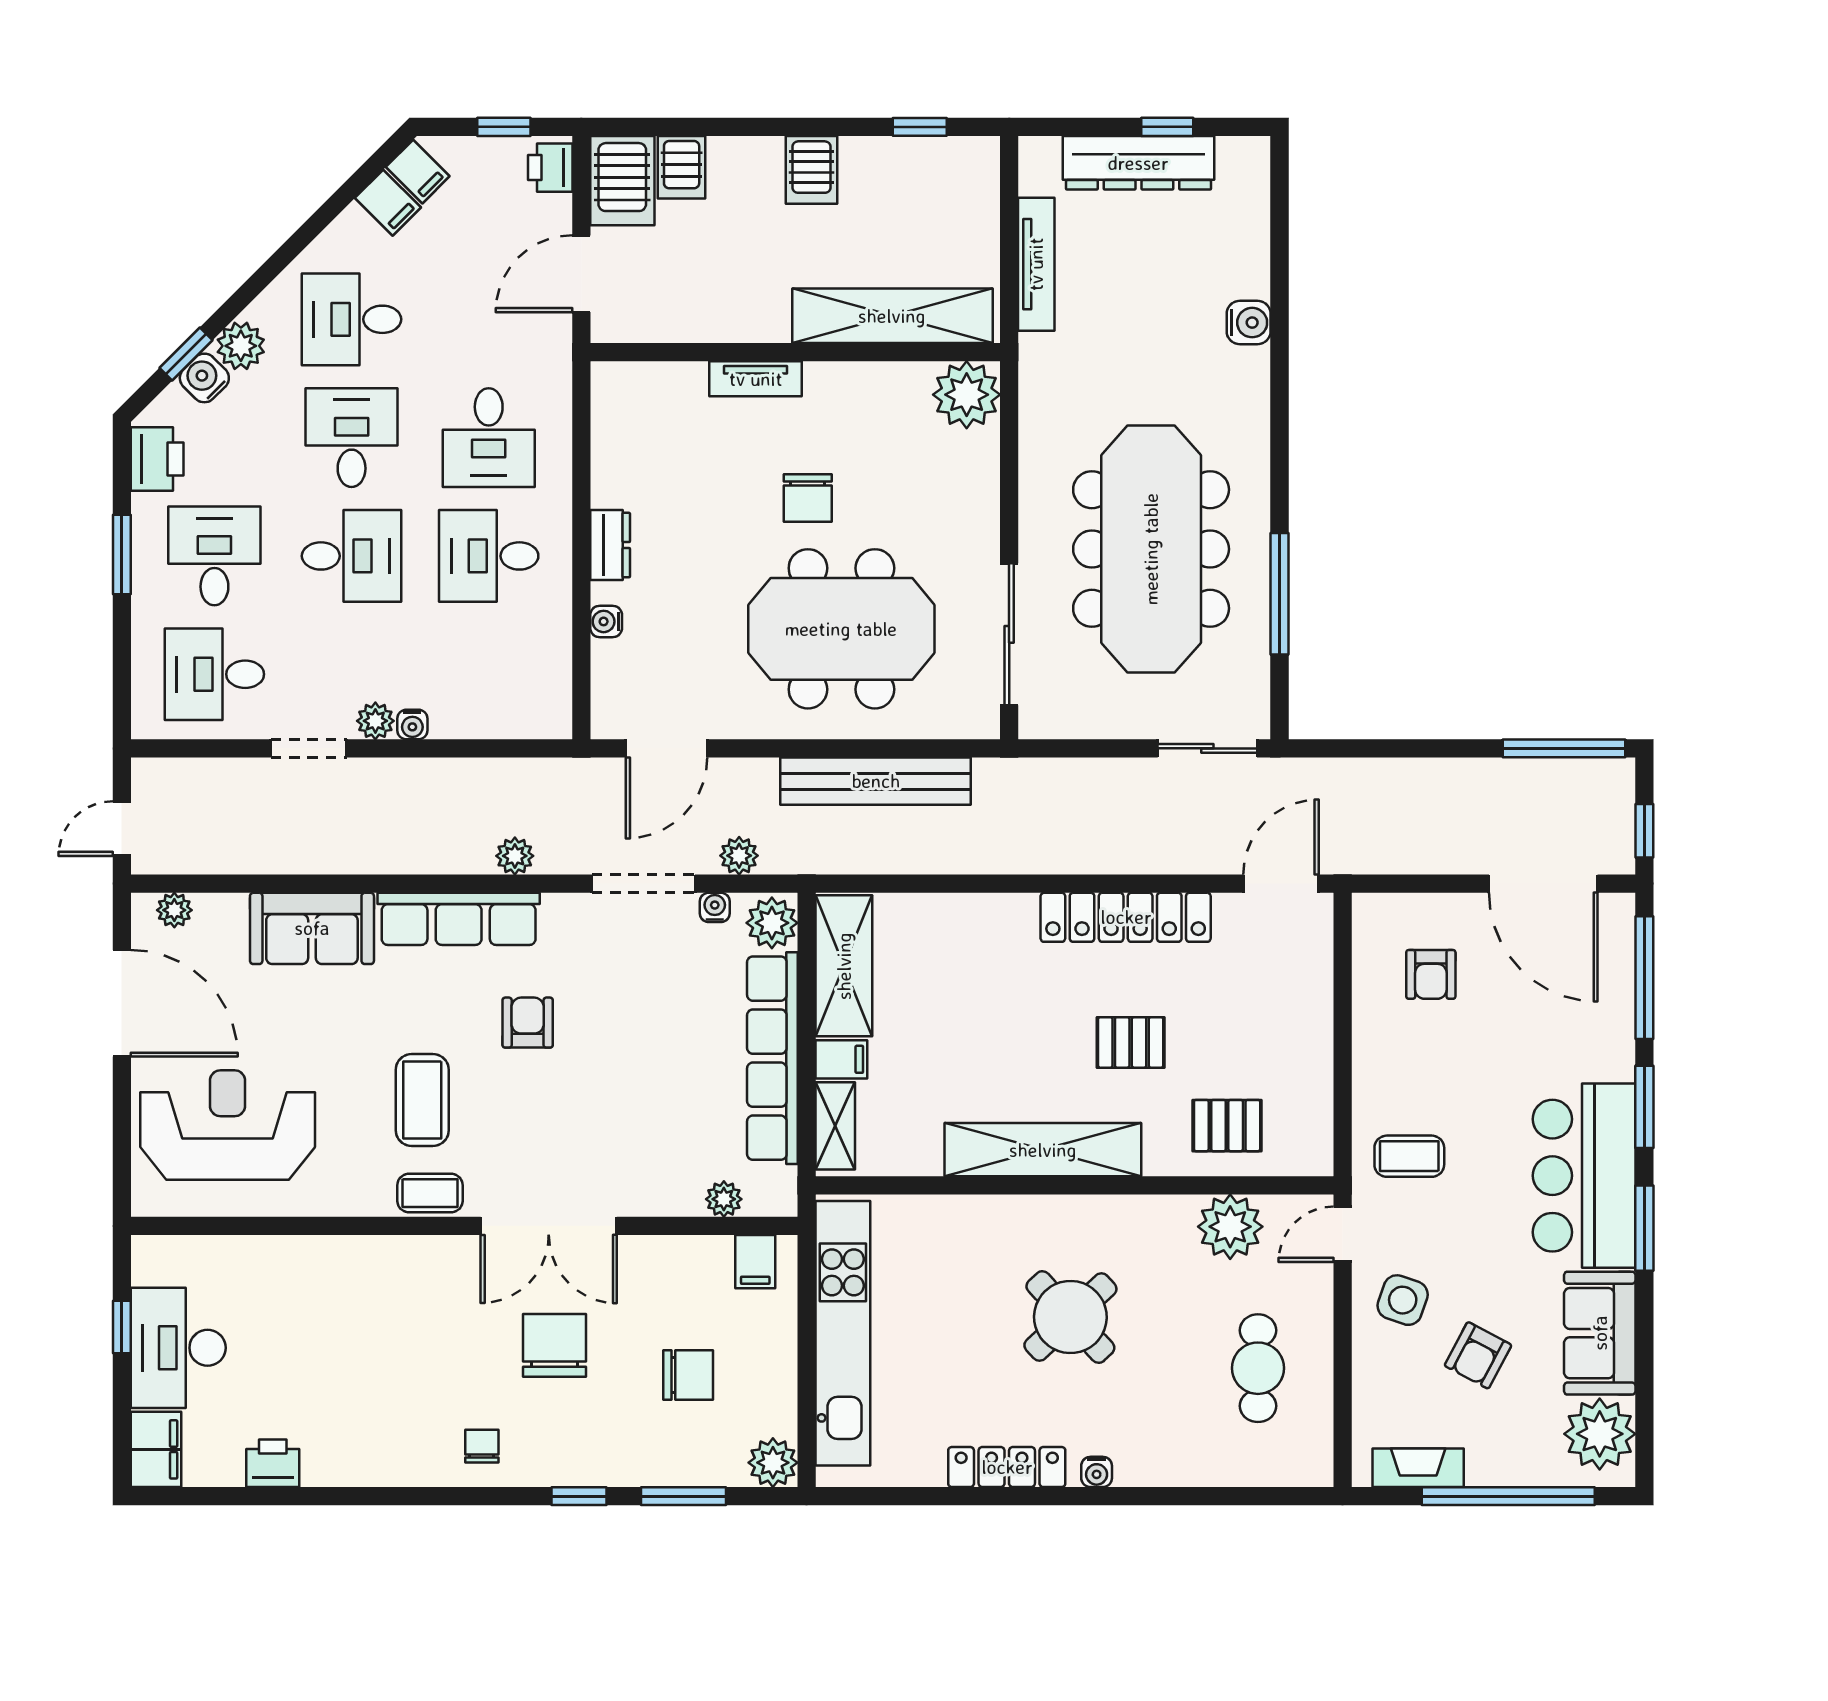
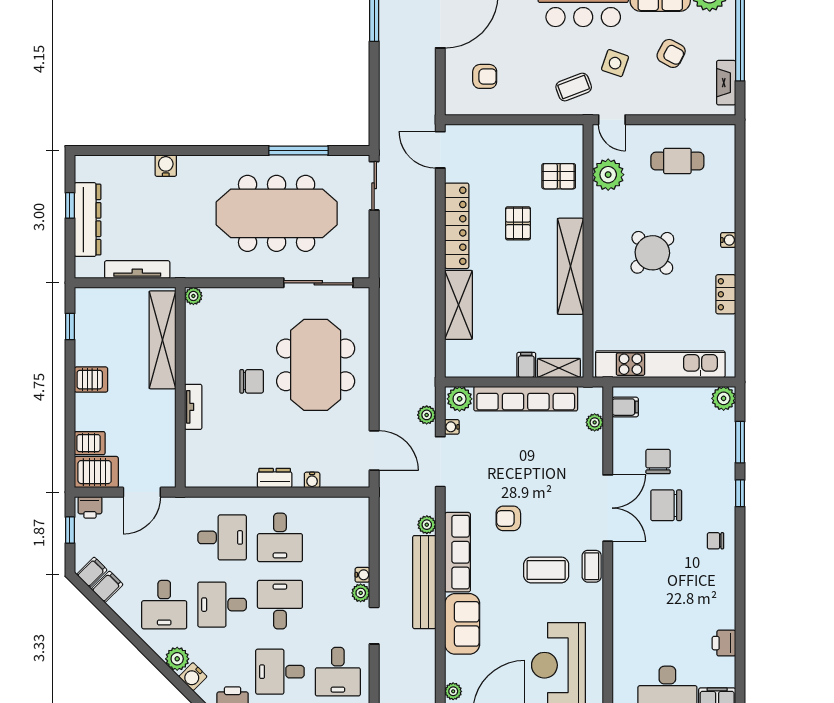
door: (581, 274) -> (142, 492), hinge flipped
window: (186, 354) -> (181, 686), removed
plant: (967, 395) -> (193, 296), width x0.53, depth x0.53
bench: (876, 781) -> (424, 582), moved
shelving: (844, 966) -> (458, 305), moved, turned 90
pallet: (1227, 1126) -> (559, 176), turned 90
coffee table: (1409, 1156) -> (574, 87), turned 69
side table: (1403, 1300) -> (615, 63), moved
chair: (688, 1375) -> (658, 462), moved
locker: (1007, 1467) -> (726, 294), width x0.66

